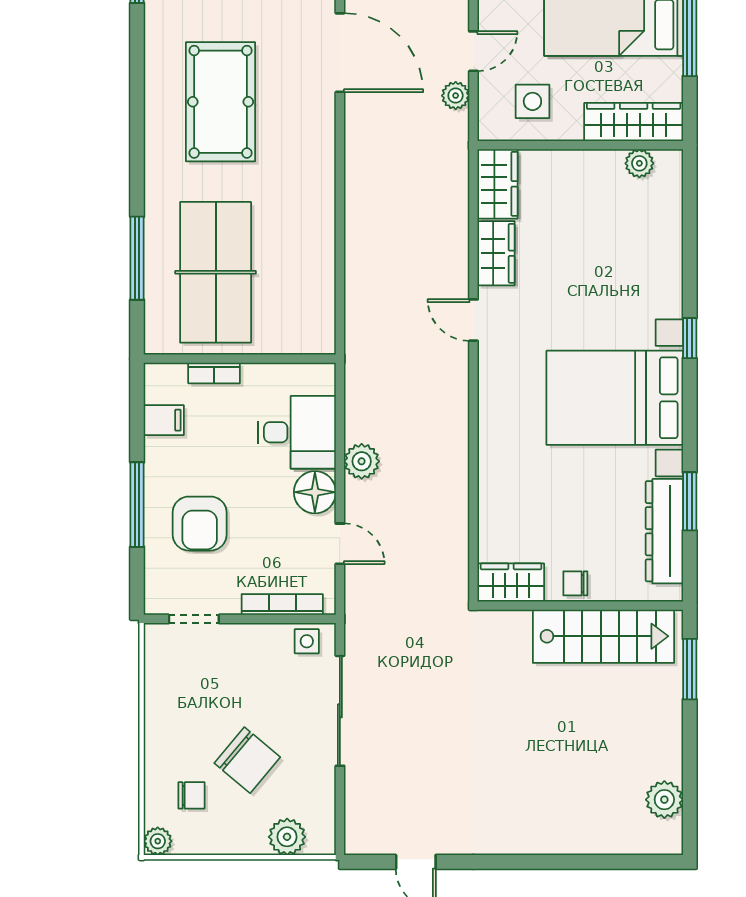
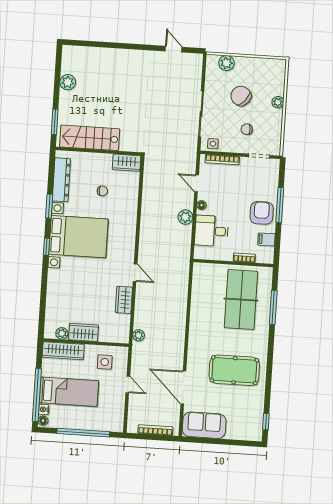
door: (473, 51) -> (128, 384), swing flipped
plant: (456, 96) -> (138, 335), moved
pool table: (221, 102) -> (234, 370), turned 90
wardrobe: (498, 184) -> (84, 332), moved, turned 90
window: (690, 338) -> (47, 247), moved
floor lamp: (315, 492) -> (201, 205), width x0.53, depth x0.53
window: (690, 501) -> (49, 206), moved
armchair: (200, 524) -> (262, 213), moved
chair: (575, 583) -> (102, 191), moved
chair: (191, 795) -> (247, 129), moved
plant: (664, 800) -> (68, 82), moved
plant: (158, 841) -> (278, 102), moved

